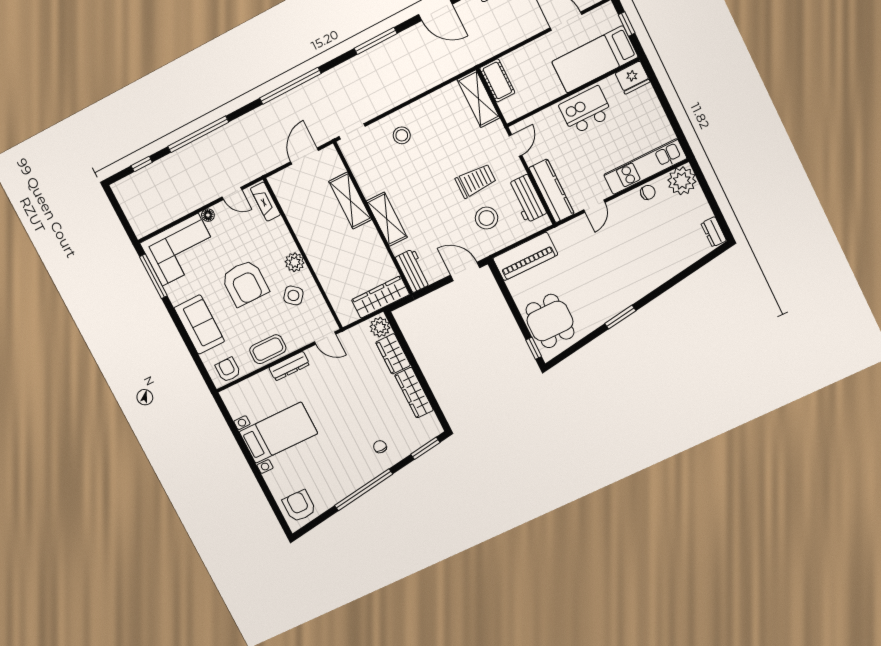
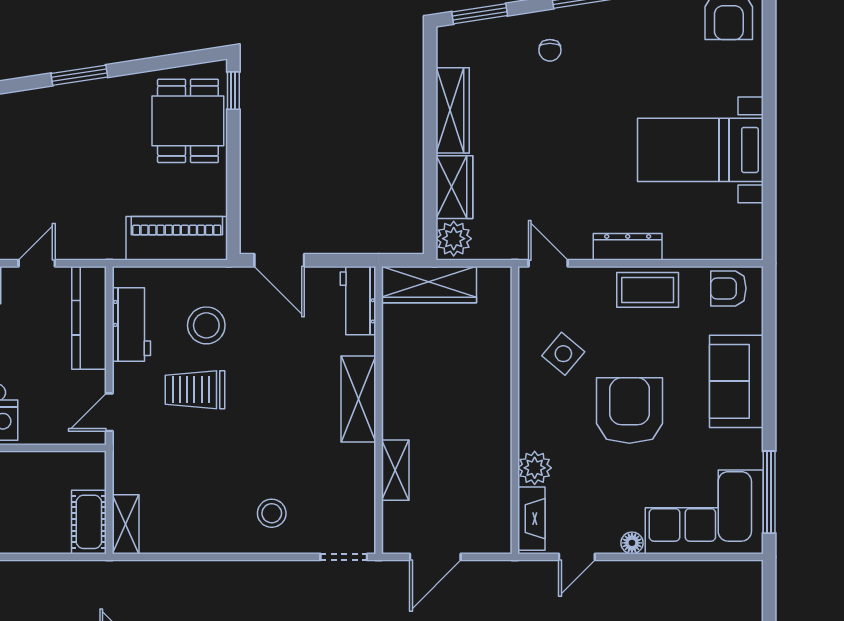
shelving: (478, 99) -> (126, 524), width x0.67, depth x0.75
door: (232, 193) -> (577, 557), swing flipped
shelving: (350, 200) -> (395, 470), width x0.67, depth x0.75
plant: (295, 262) -> (535, 468), moved
armchair: (228, 370) -> (728, 288), turned 90

